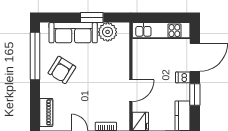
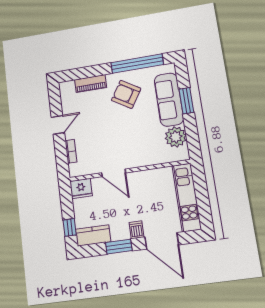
window: (92, 18) -> (186, 101), moved
piano: (46, 112) -> (91, 83), moved

